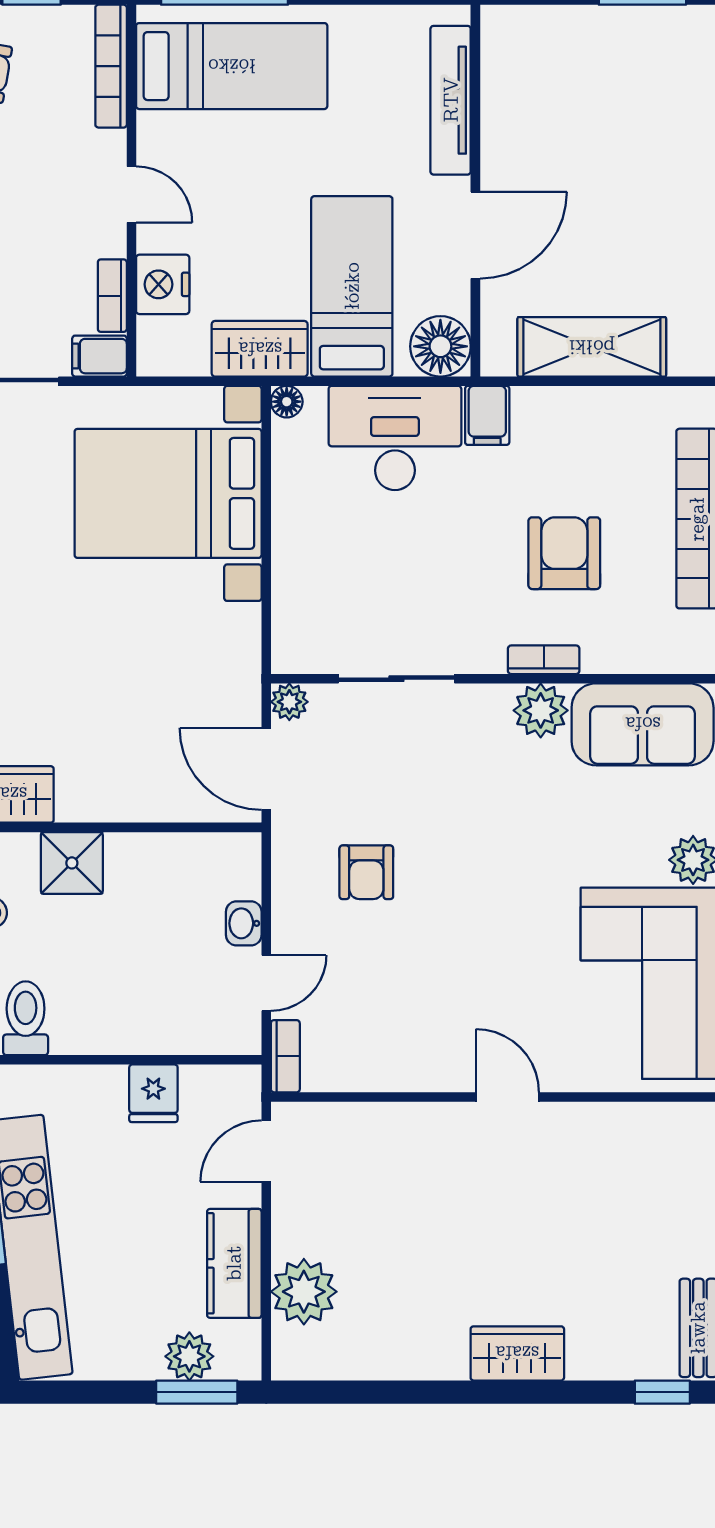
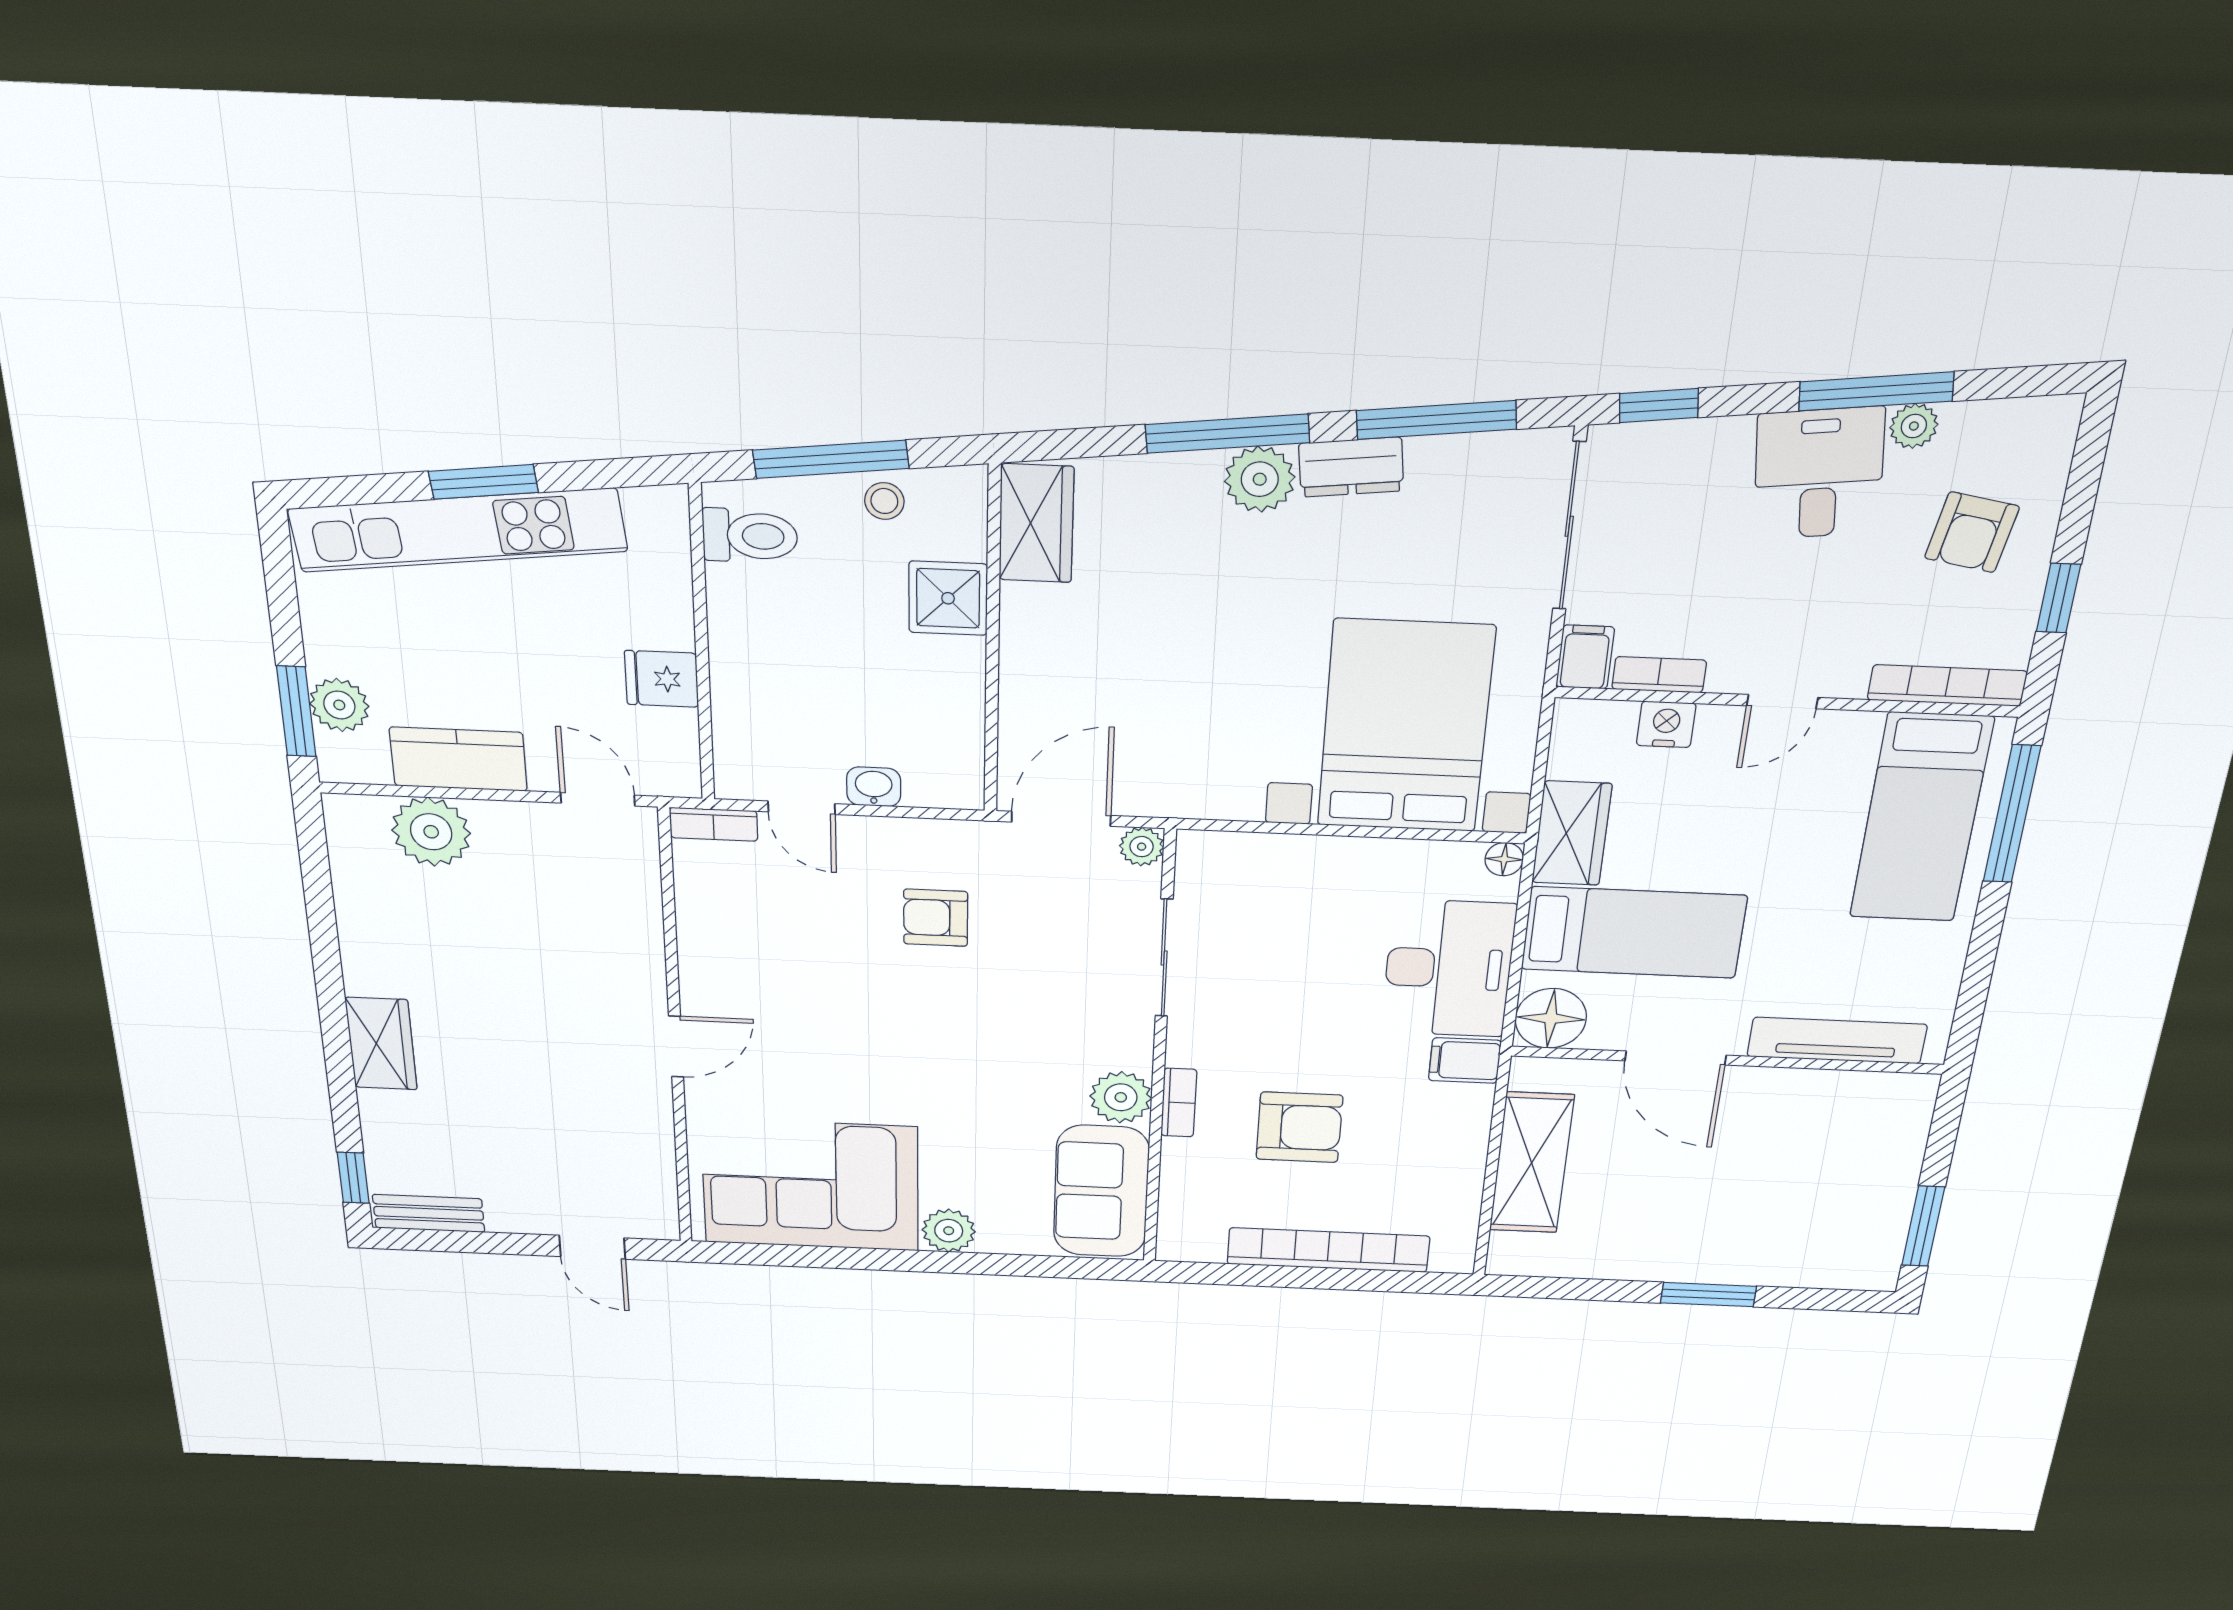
nightstand: (163, 284) -> (1666, 724), width x0.74, depth x0.75

